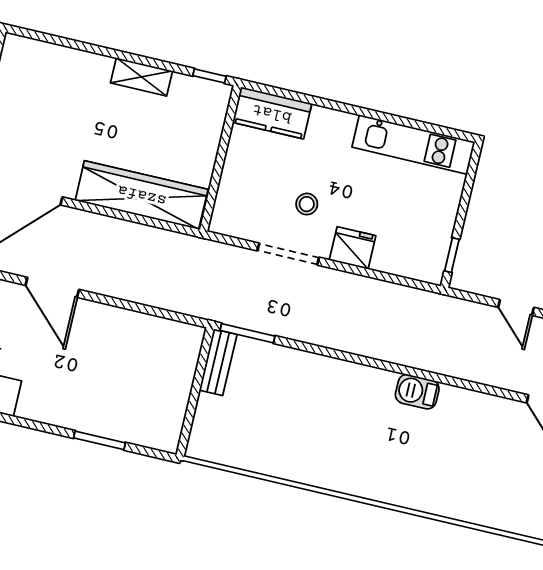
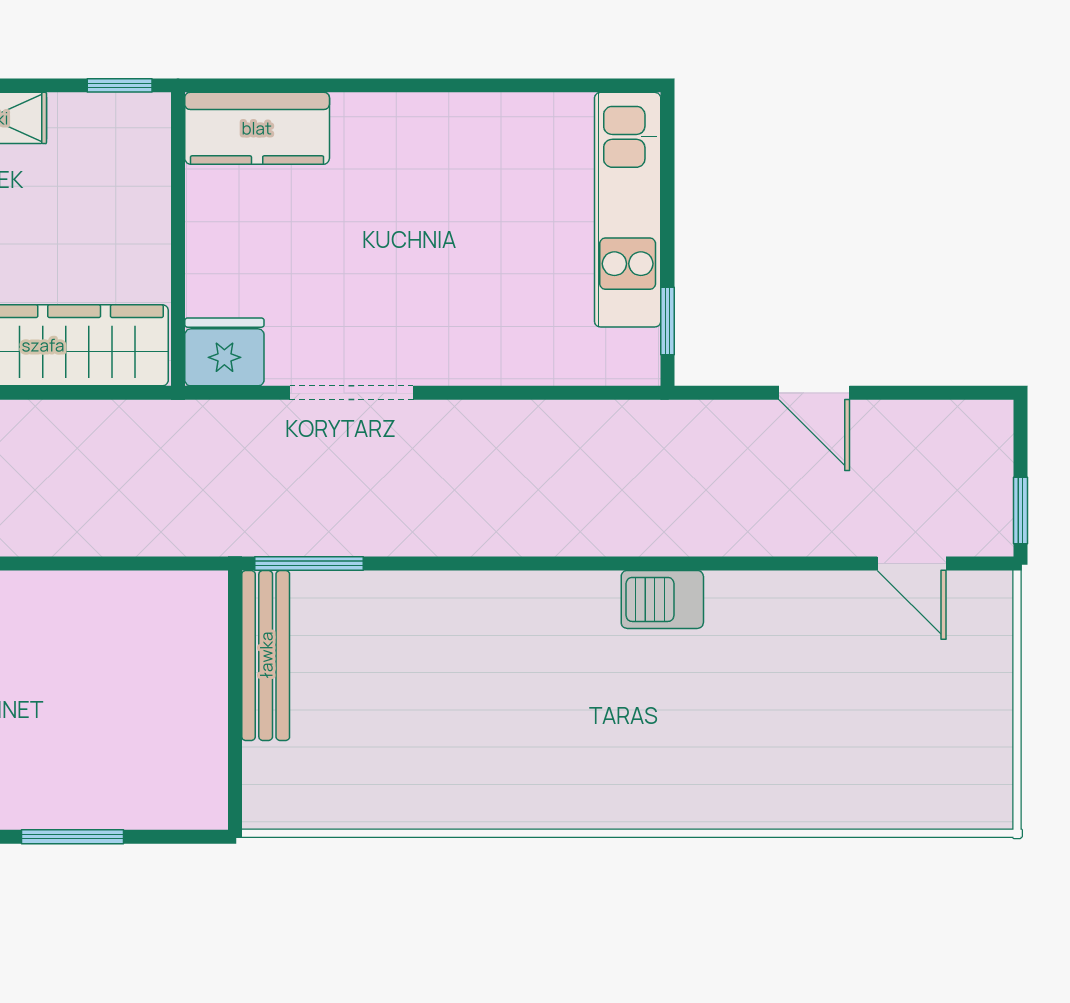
kitchen unit: (413, 144) -> (628, 210), moved, turned 90
stool: (307, 204) -> (365, 288), removed
fridge: (353, 248) -> (224, 352), moved
bench: (218, 362) -> (266, 655), width x1.36

